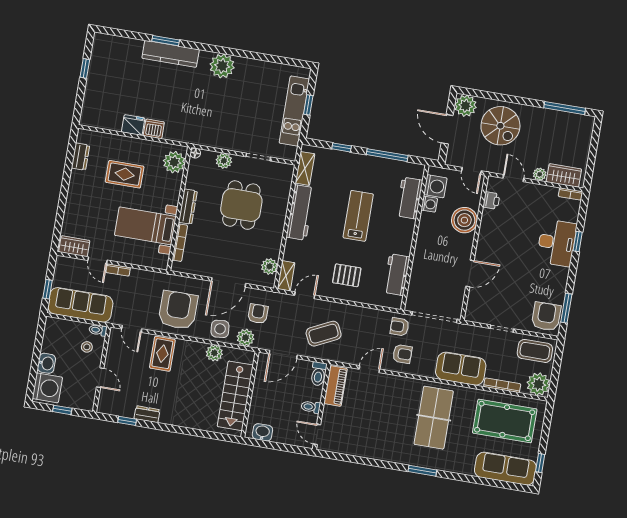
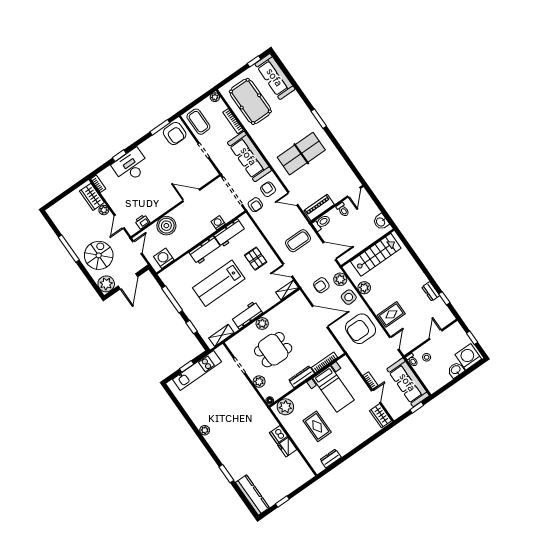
kitchen counter: (171, 54) -> (252, 495), moved
plant: (222, 66) -> (205, 430), width x0.53, depth x0.53
window: (565, 108) -> (69, 249), moved
workbench: (409, 198) -> (205, 250), moved
washing machine: (429, 204) -> (218, 223), moved
workbench: (300, 213) -> (247, 315), width x0.73
lab bench: (358, 216) -> (219, 283), width x1.36, depth x1.39
plant: (269, 266) -> (262, 323), moved
armchair: (546, 317) -> (175, 133), turned -90
coffee table: (324, 334) -> (298, 241), turned -64
sofa: (461, 369) -> (249, 156), width x1.36
plant: (538, 384) -> (215, 97), width x0.53, depth x0.53
table tennis table: (434, 418) -> (301, 154), moved

